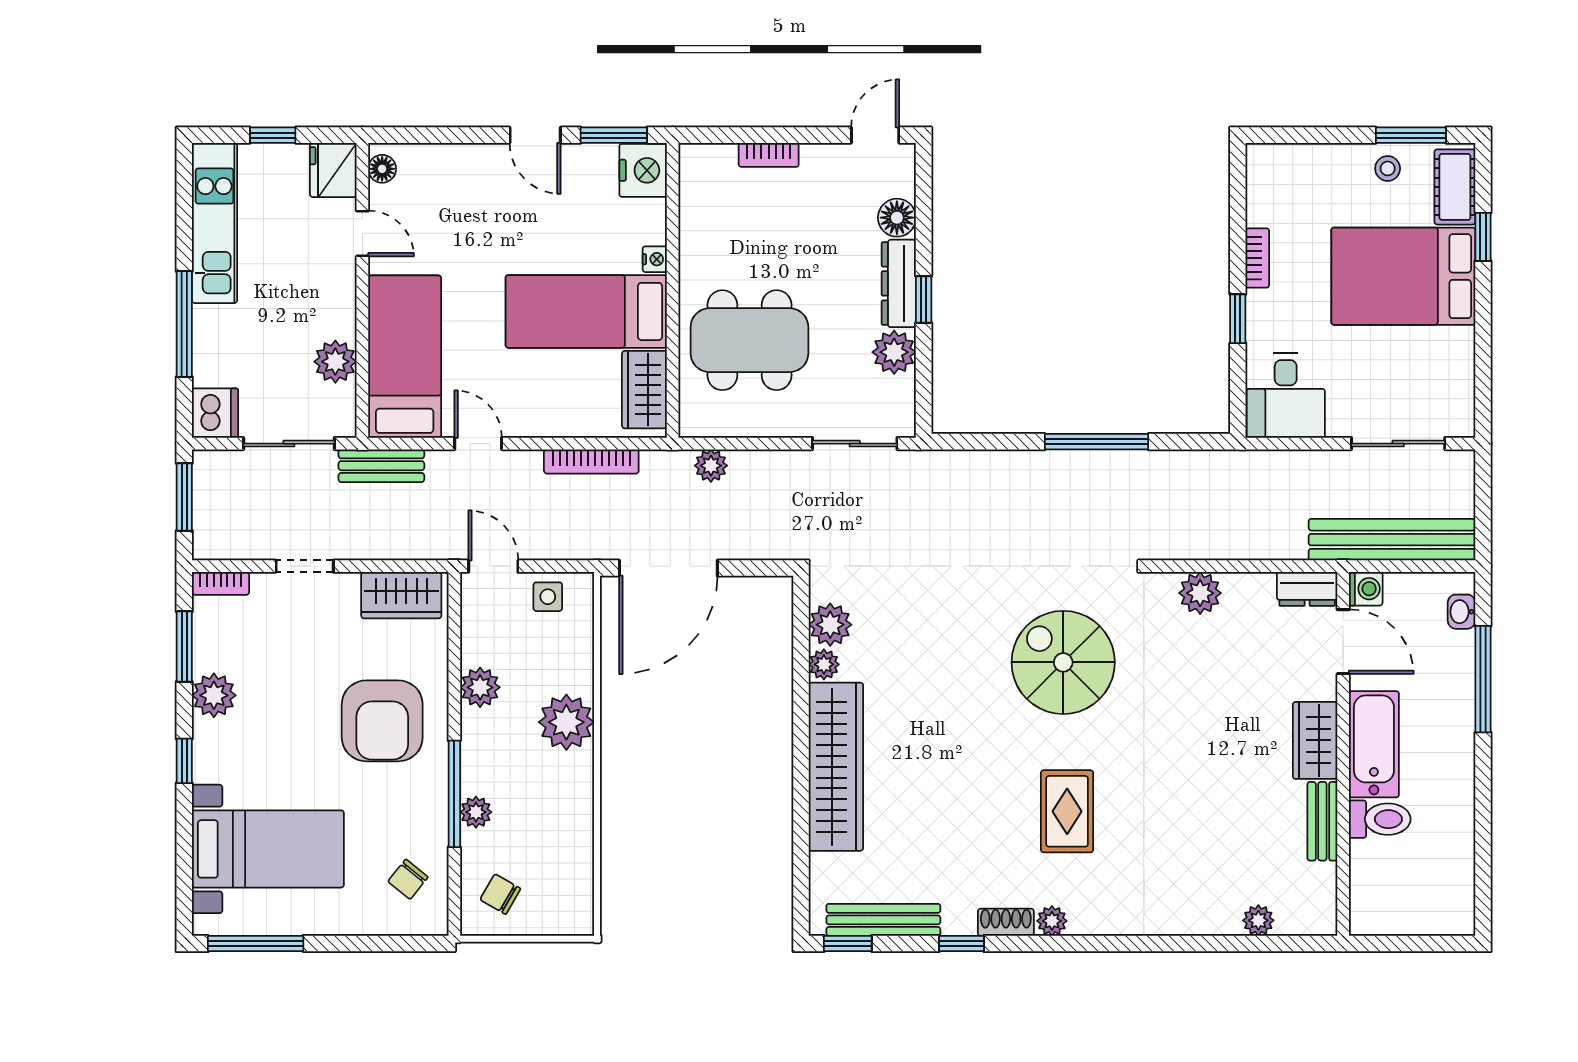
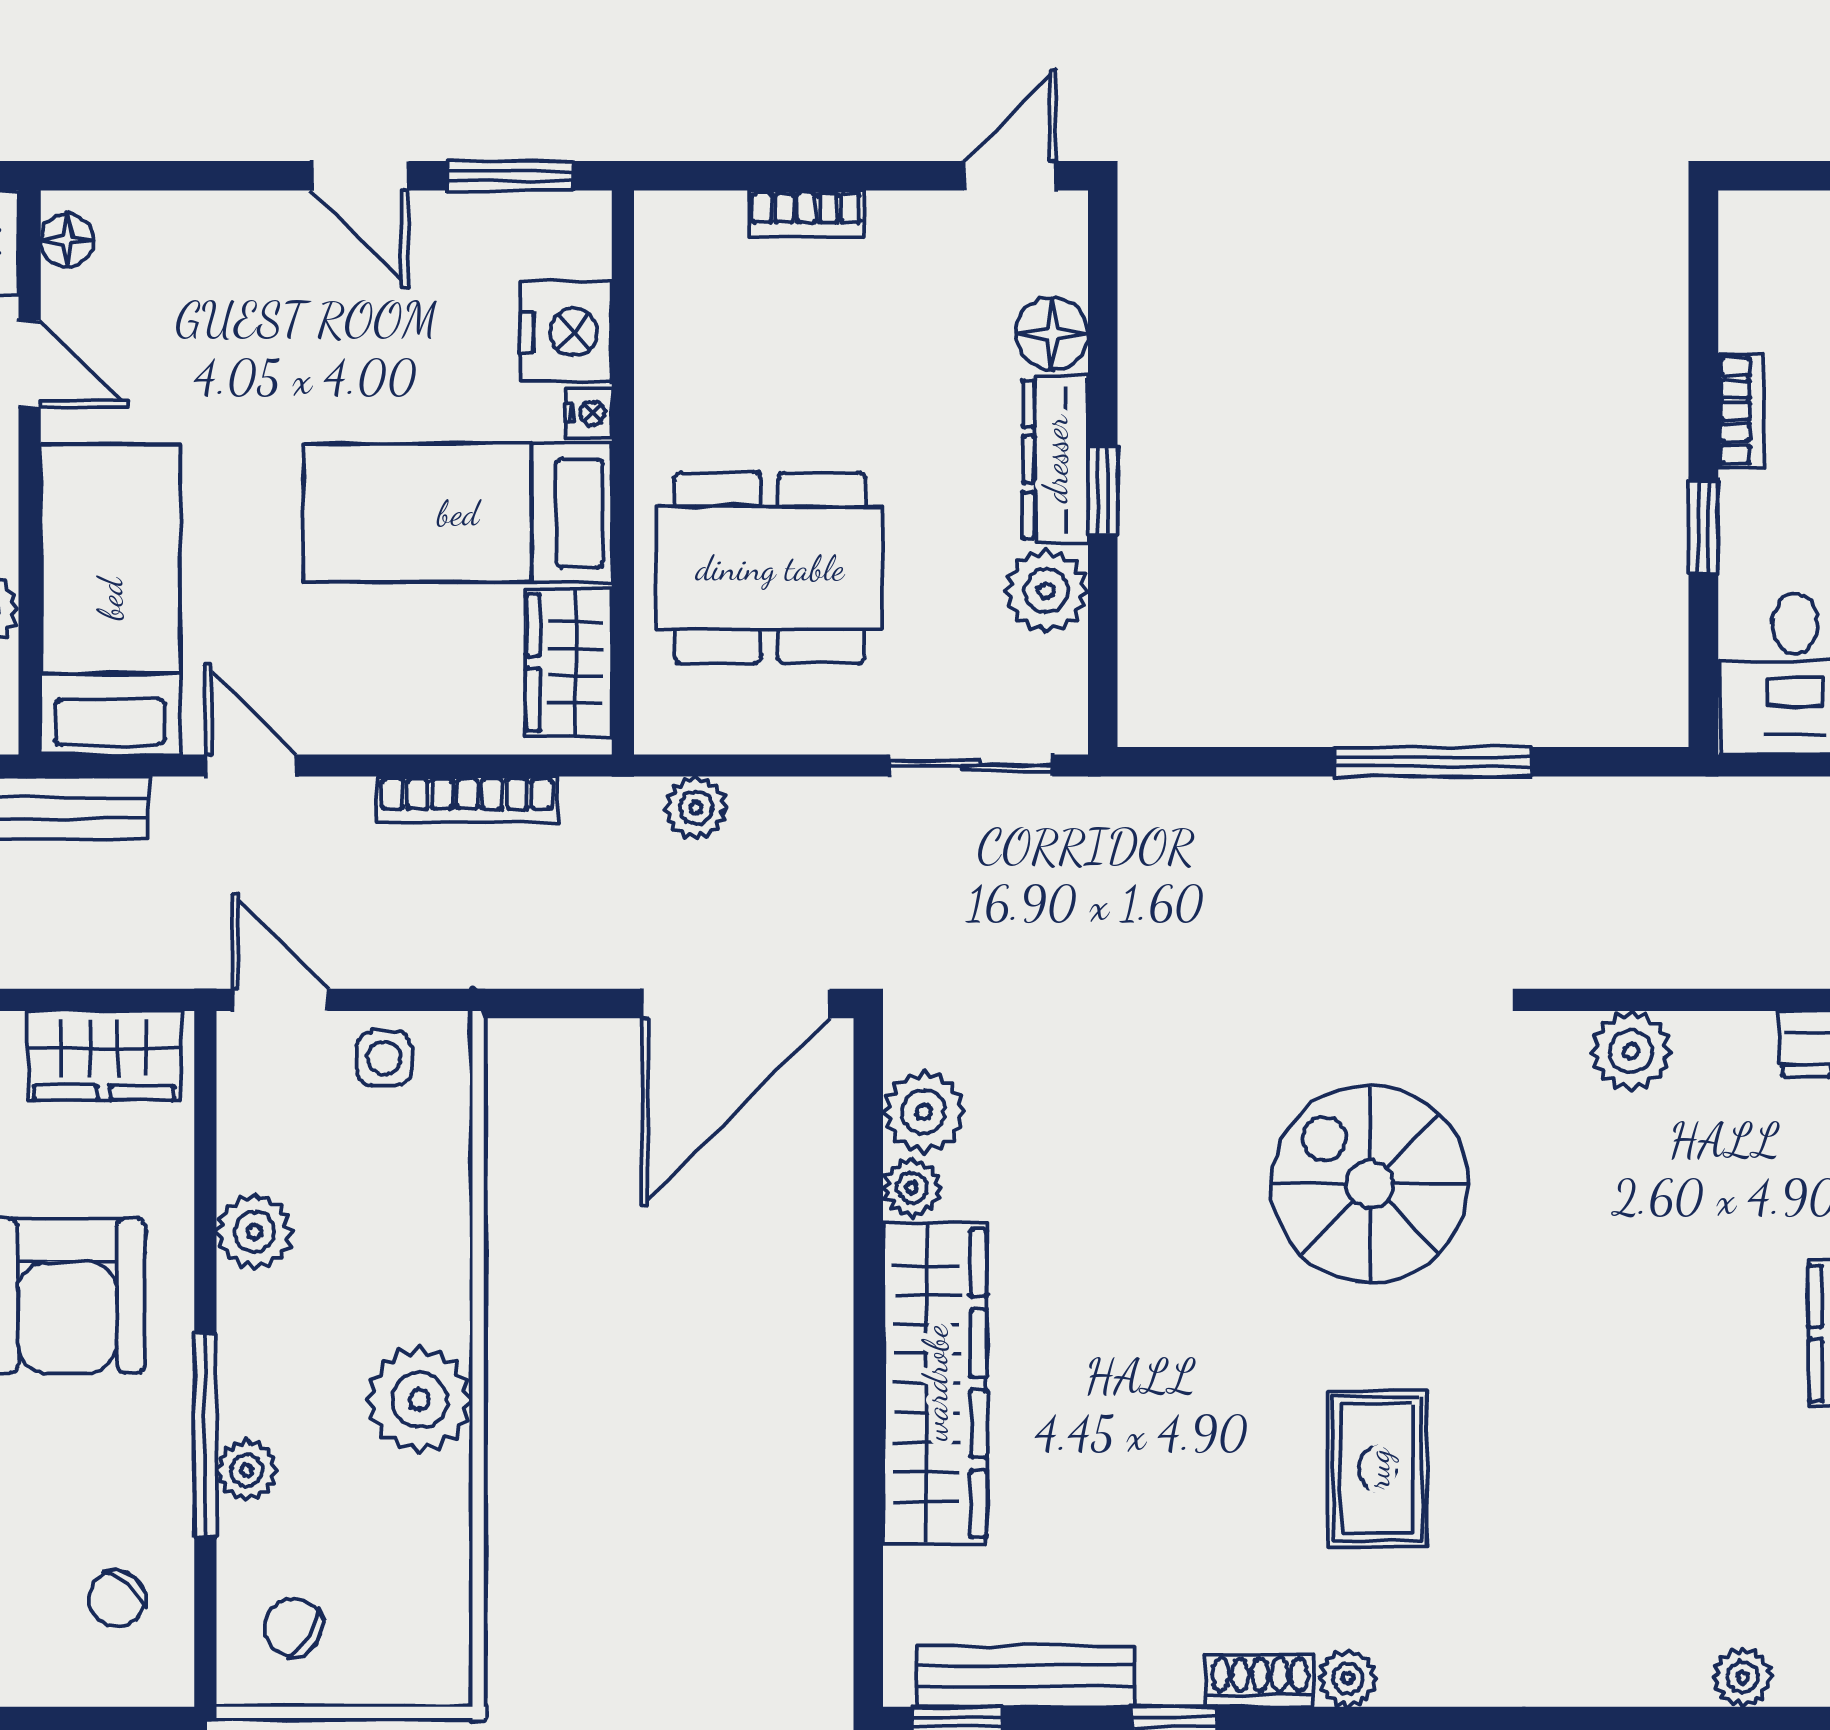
nightstand: (643, 170) -> (566, 332), moved
door: (668, 568) -> (736, 1004), moved
plant: (566, 722) -> (419, 1400), moved

